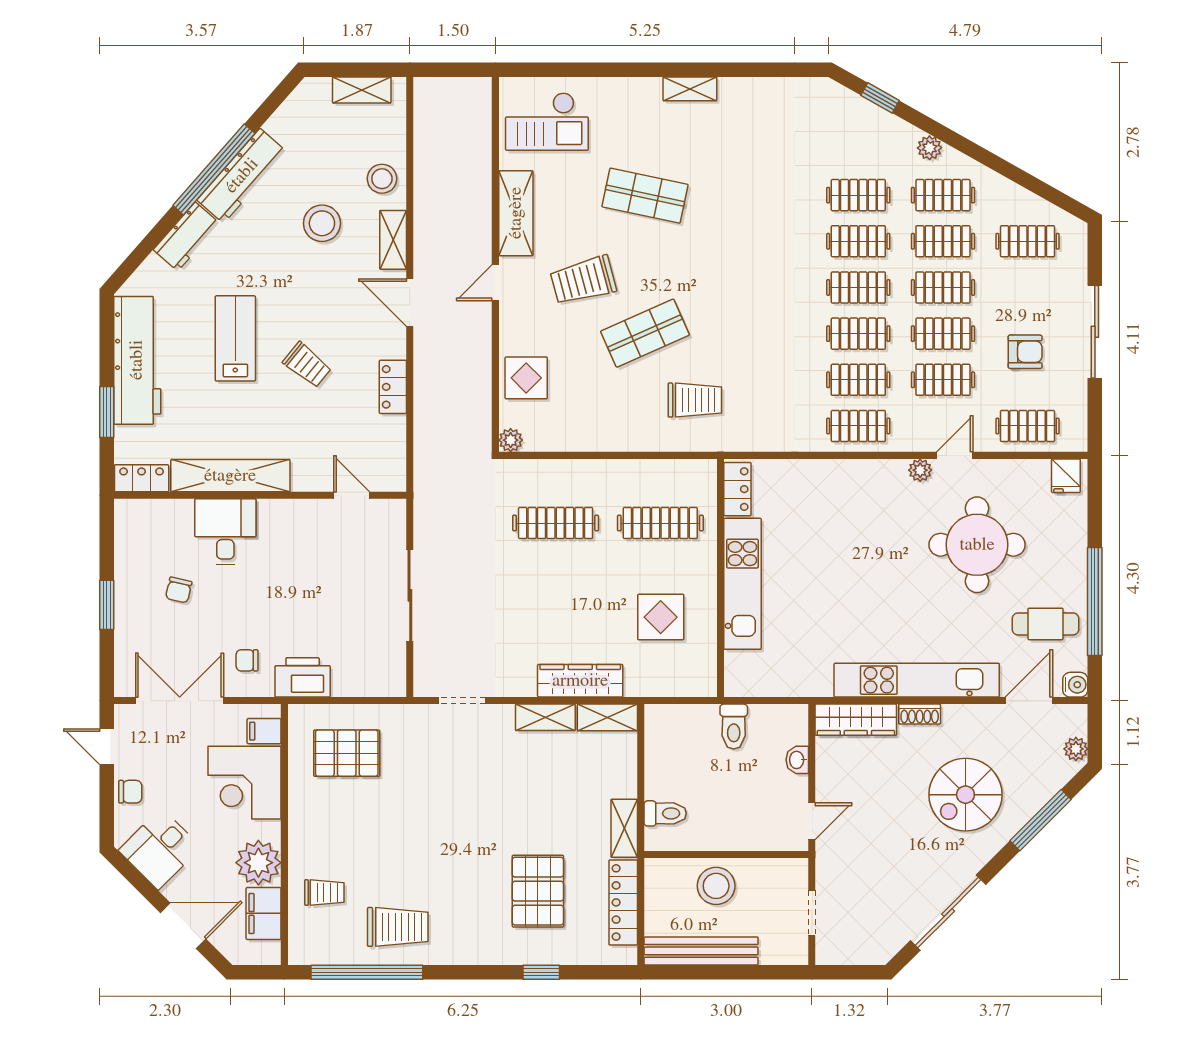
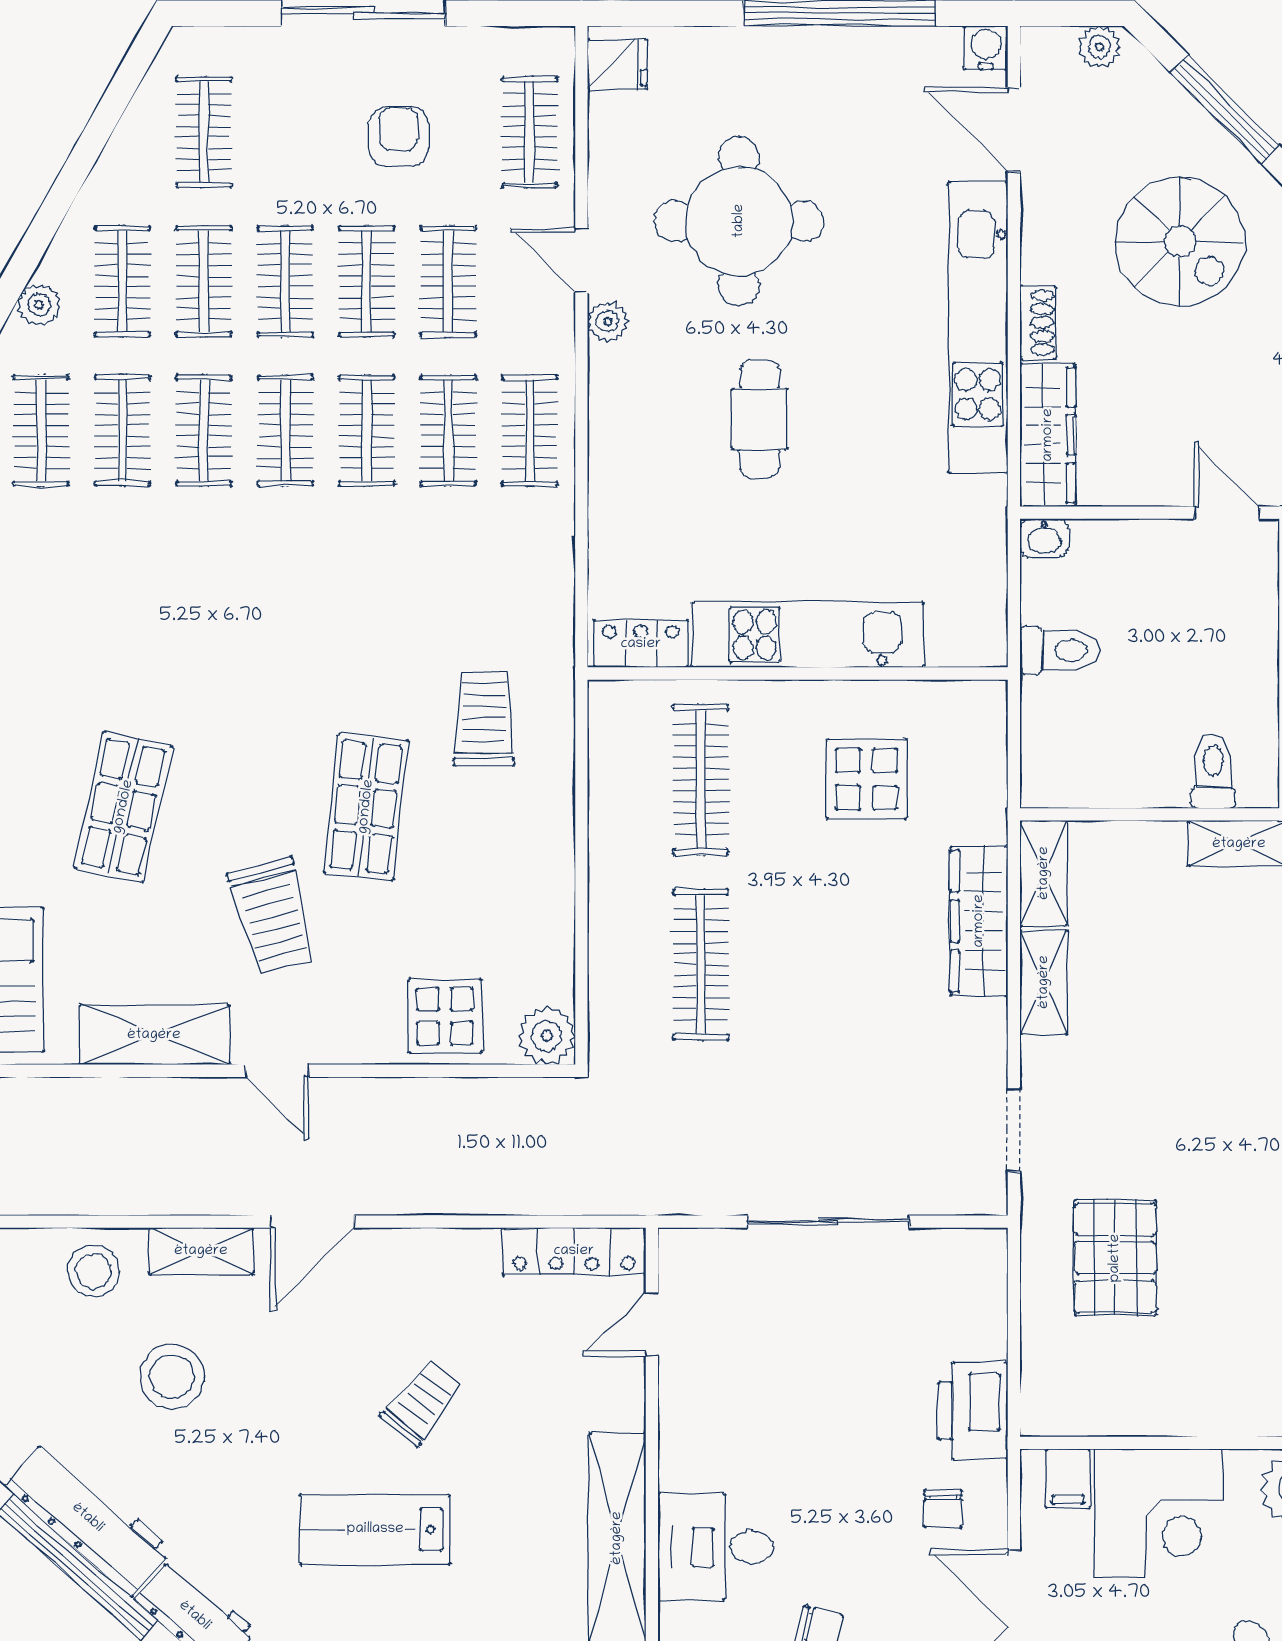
clothes rail: (858, 149) -> (41, 430), added
shop shelf: (645, 333) -> (366, 807), turned 30
locker: (393, 387) -> (574, 1251), moved, width x1.53
plant: (511, 440) -> (547, 1036), width x1.38, depth x1.38
cafe table: (1046, 624) -> (760, 419), moved
pallet: (347, 753) -> (1115, 1258), moved
washbasin: (797, 760) -> (1044, 538), moved

